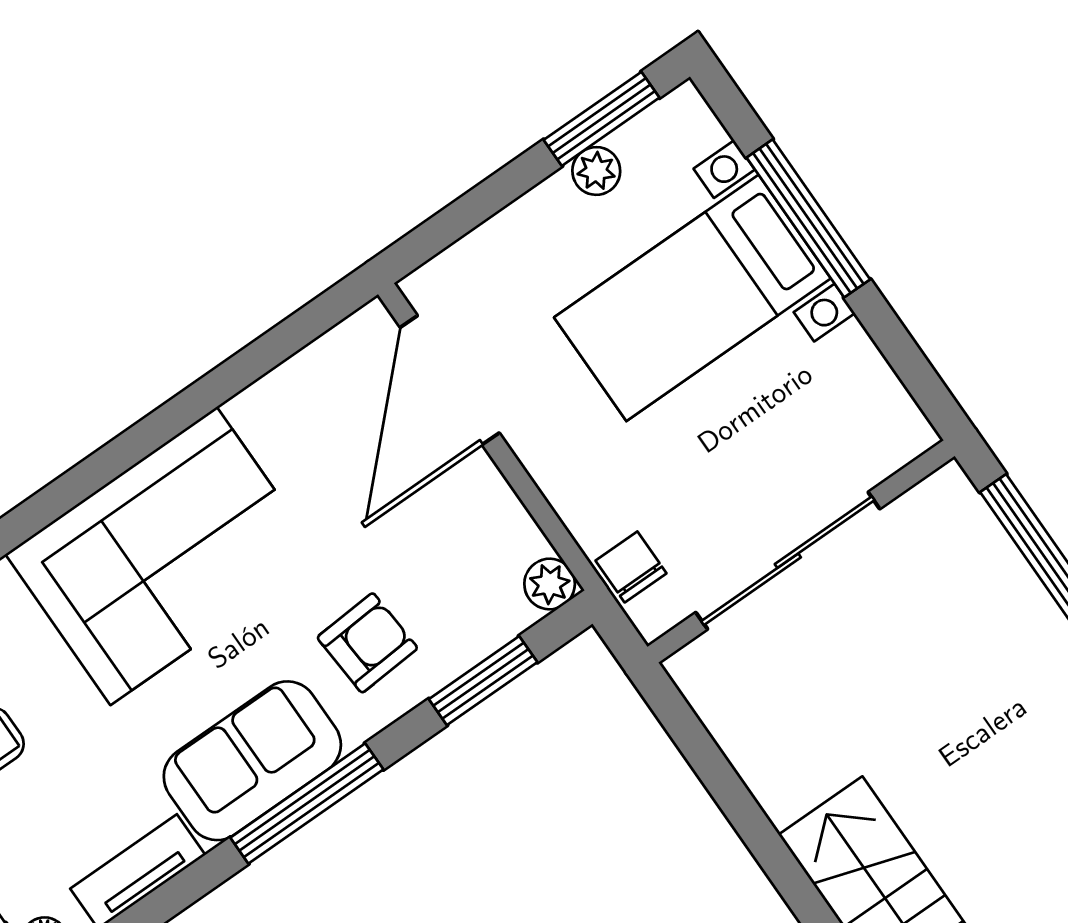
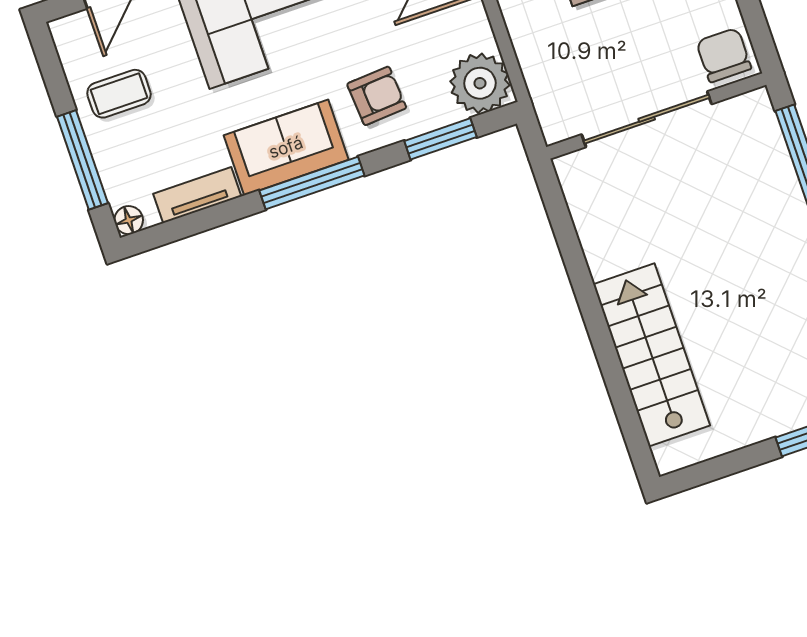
chair: (631, 567) -> (724, 55), moved, width x1.37, depth x1.37
plant: (550, 584) -> (480, 83), width x1.87, depth x1.87

